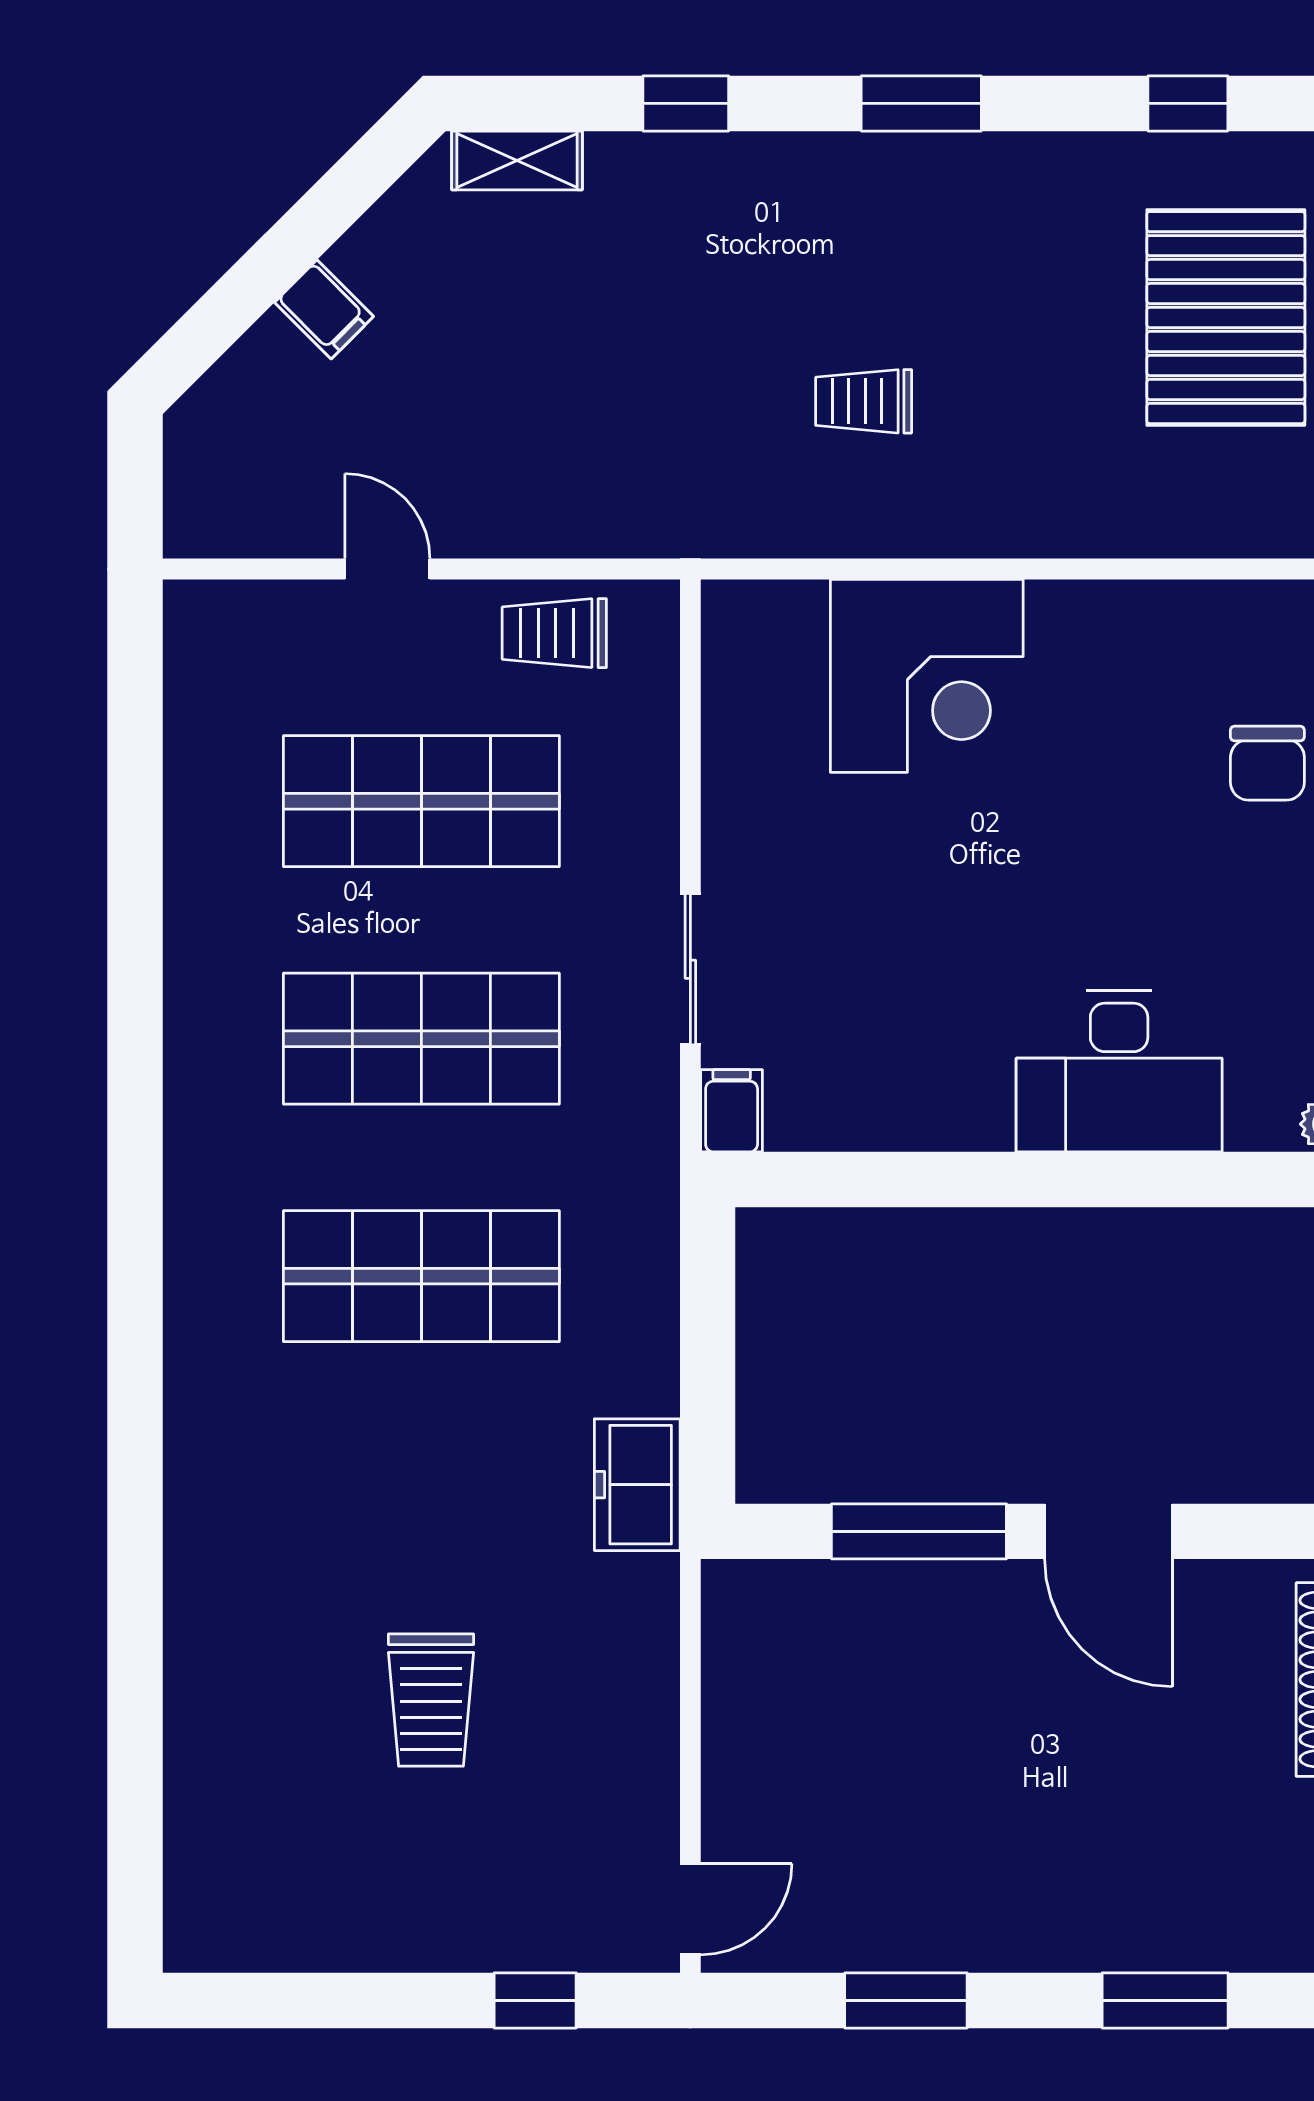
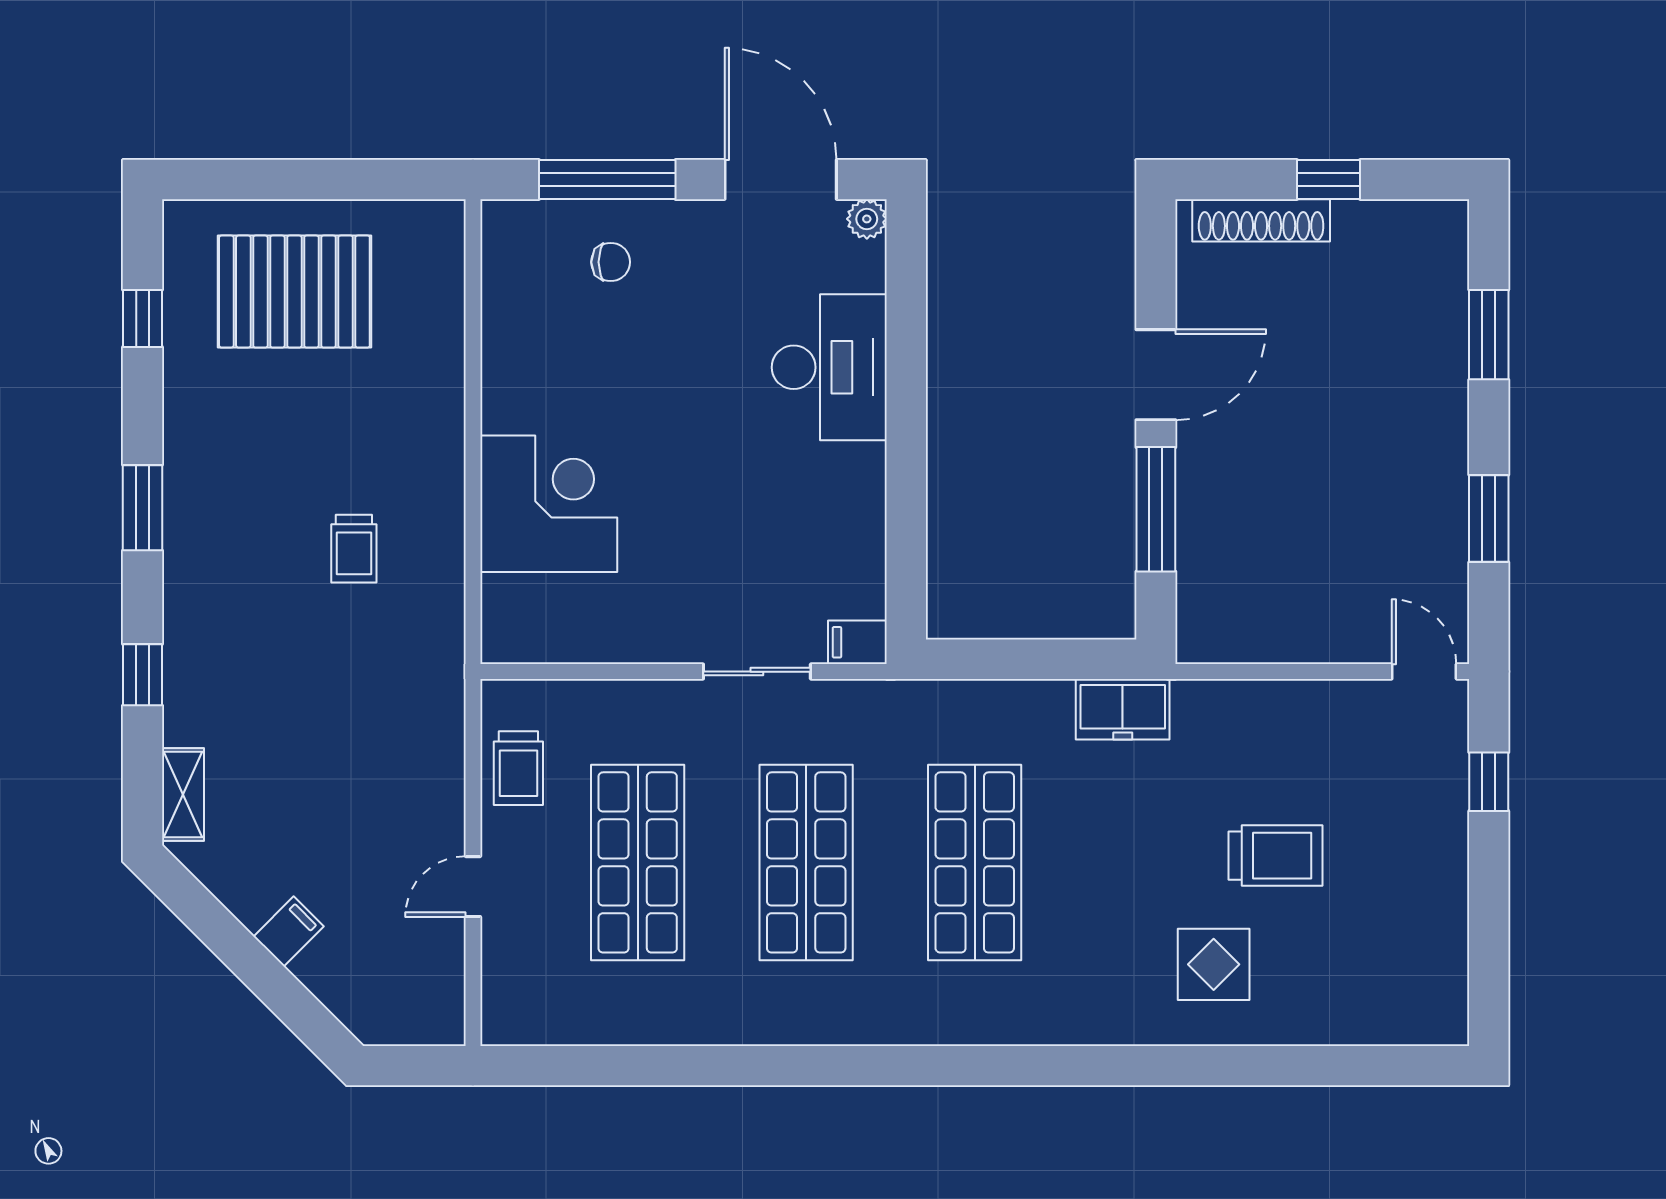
chair: (1267, 763) -> (611, 262), width x0.73, depth x0.73
display table: (278, 1613) -> (1214, 964), added

